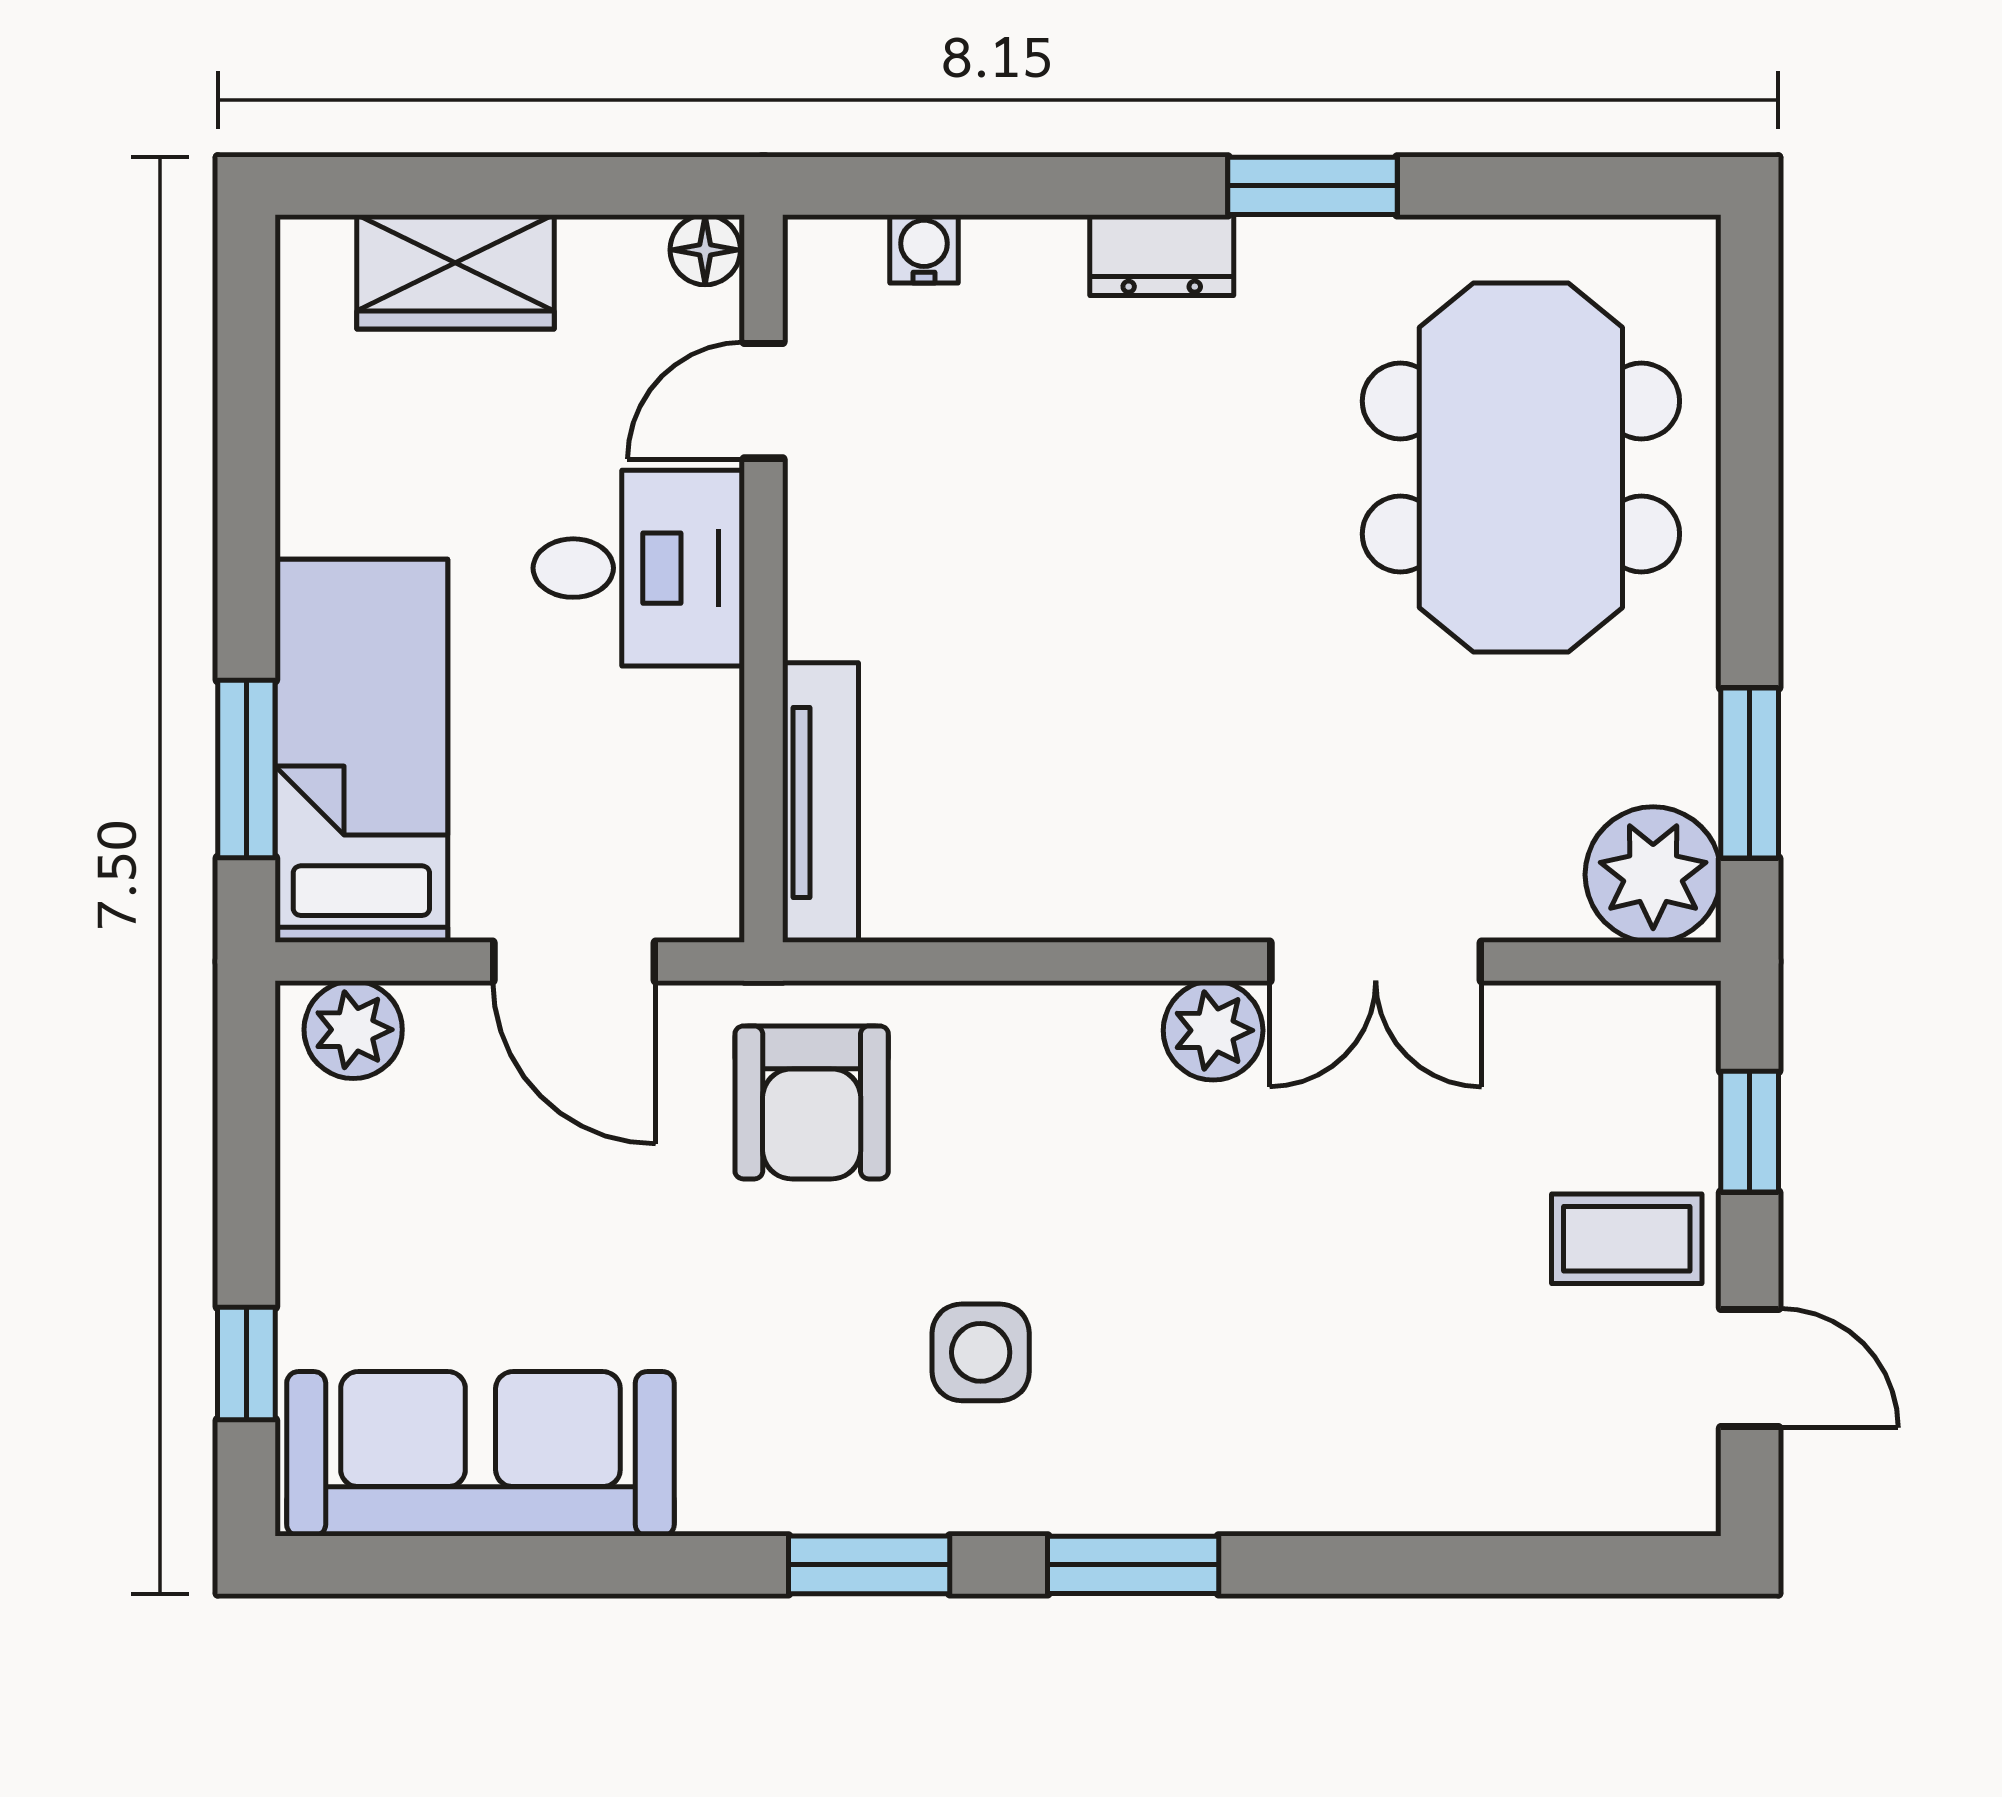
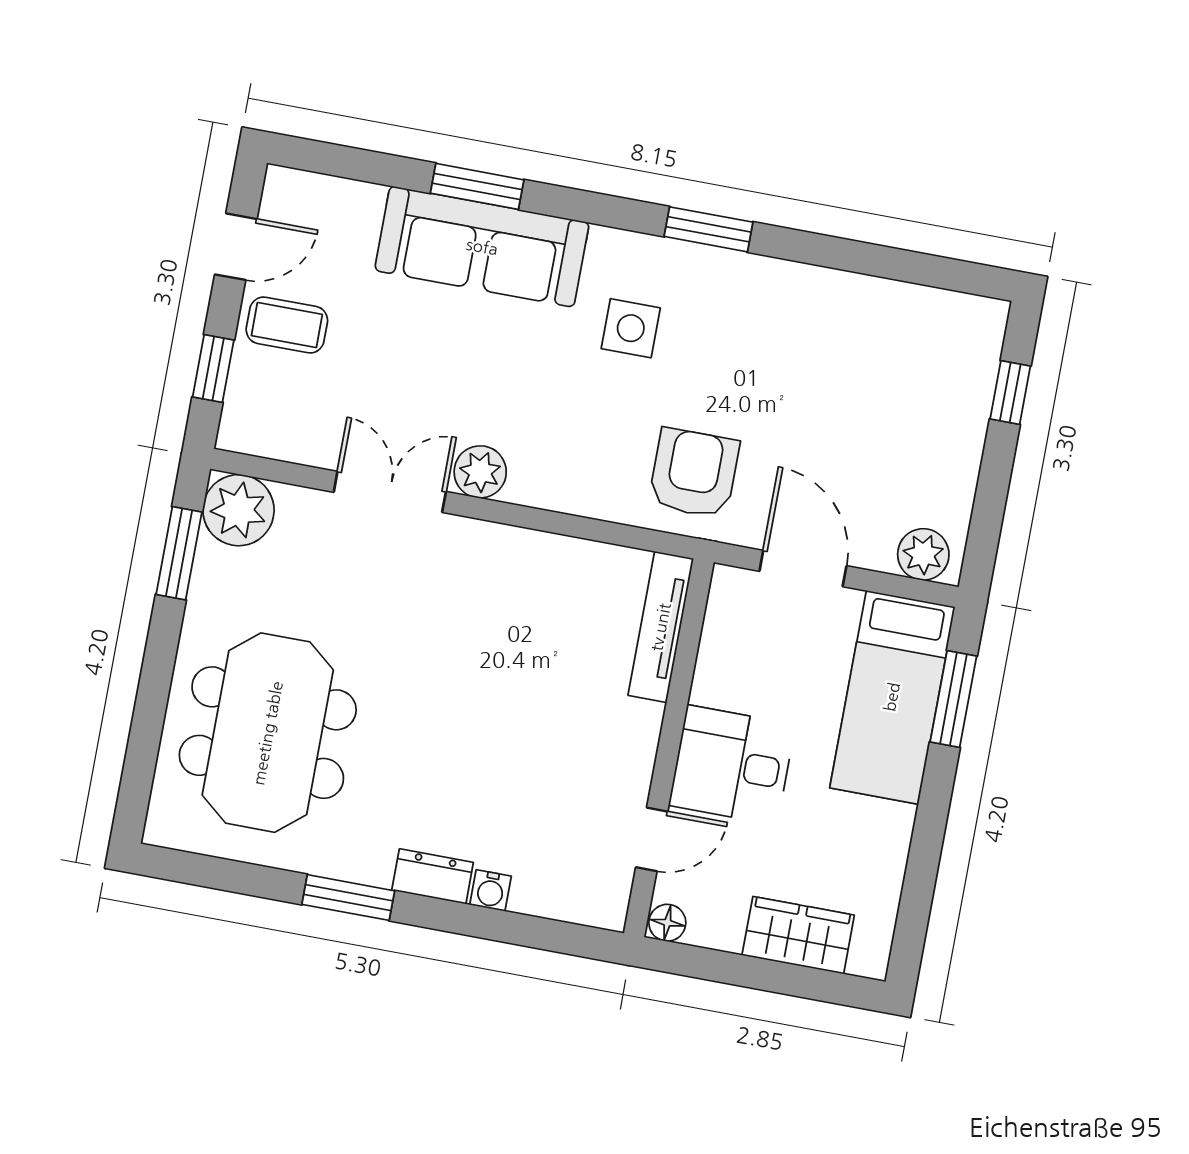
water cooler: (924, 249) -> (491, 890), moved
door: (1750, 1368) -> (236, 247), swing flipped
sofa: (480, 1454) -> (482, 247), moved
window: (1133, 1565) -> (477, 186), moved

